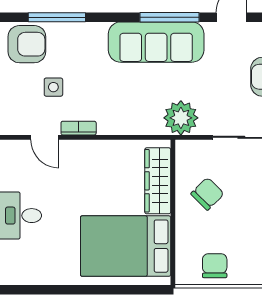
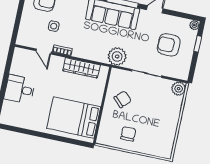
wardrobe: (158, 181) -> (81, 68), moved, turned -90
chair: (215, 266) -> (128, 134), moved

